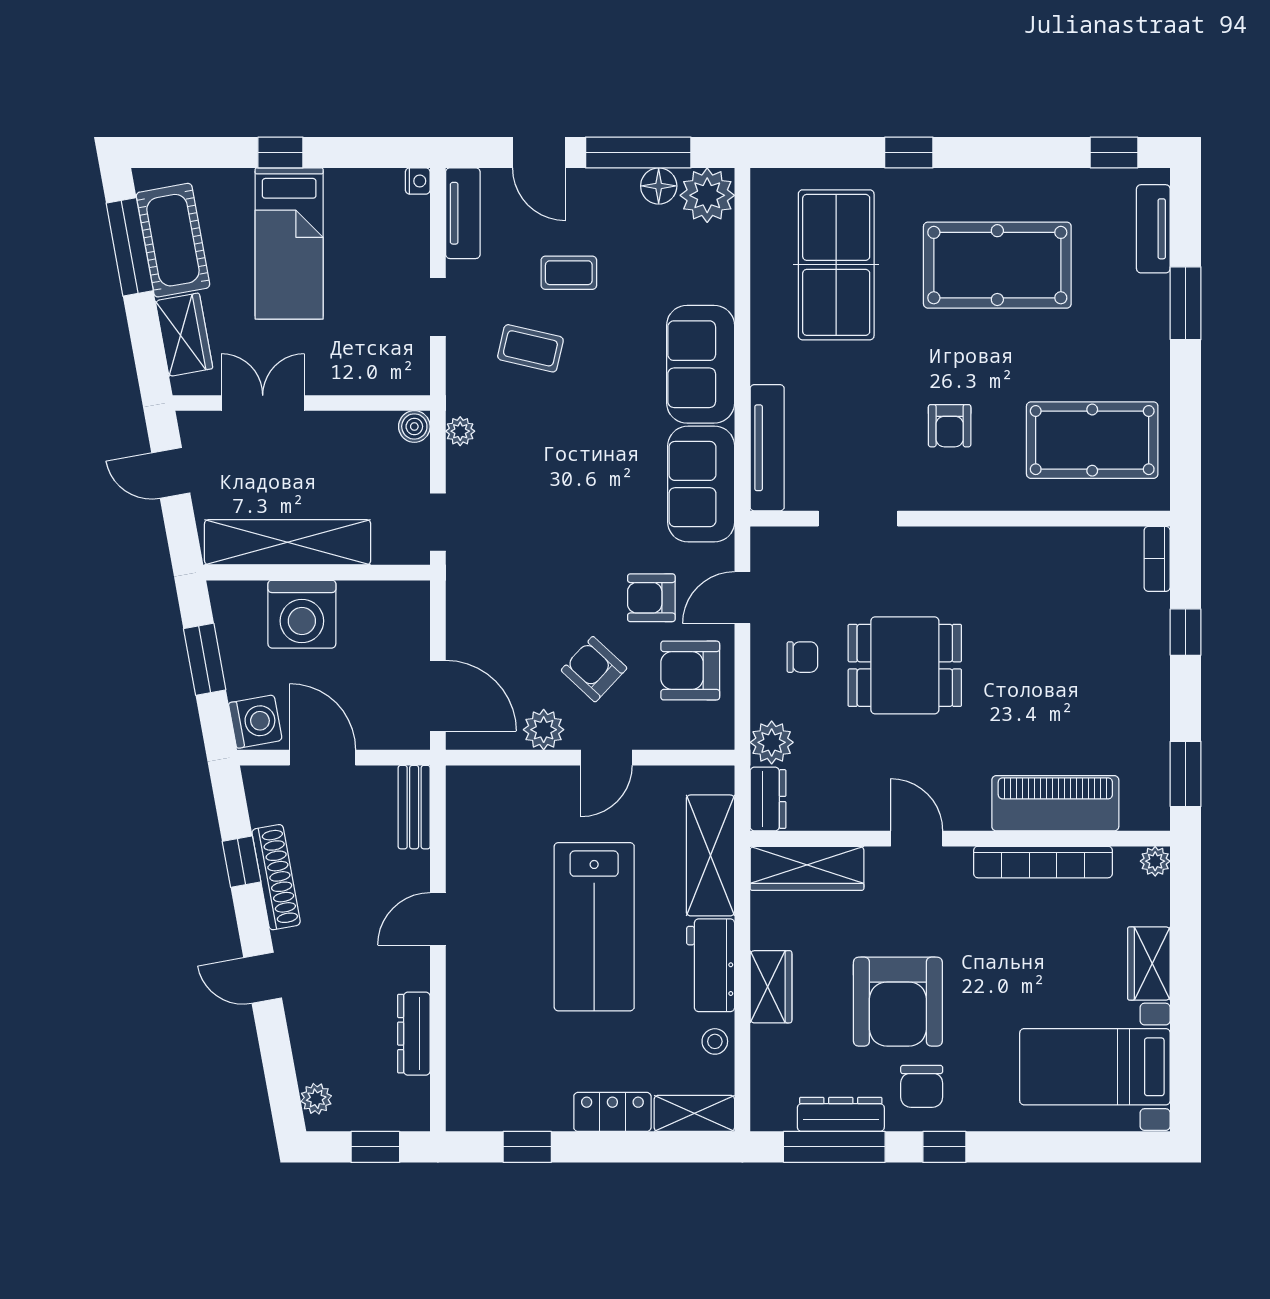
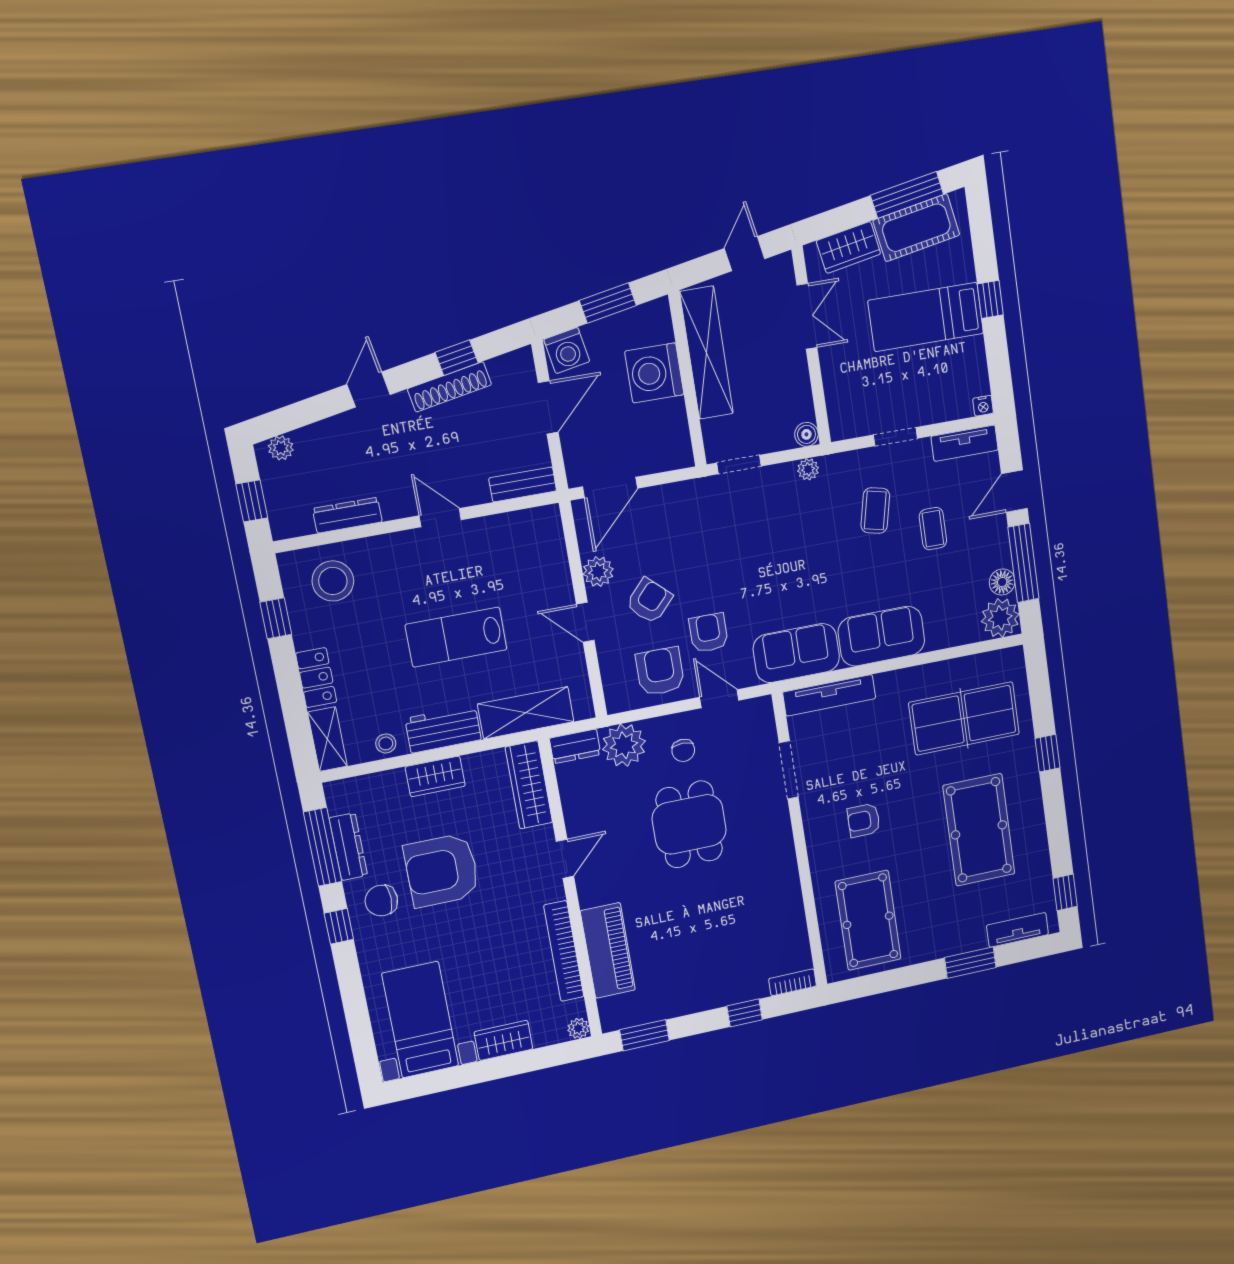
plant: (772, 742) -> (624, 745), width x1.36, depth x1.36
lab bench: (594, 927) -> (456, 637), width x0.73, depth x0.72
stool: (493, 1067) -> (333, 581), added

